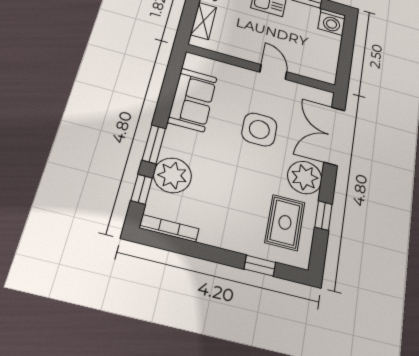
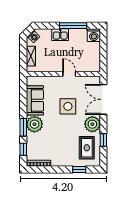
plant: (172, 175) -> (34, 124), moved

